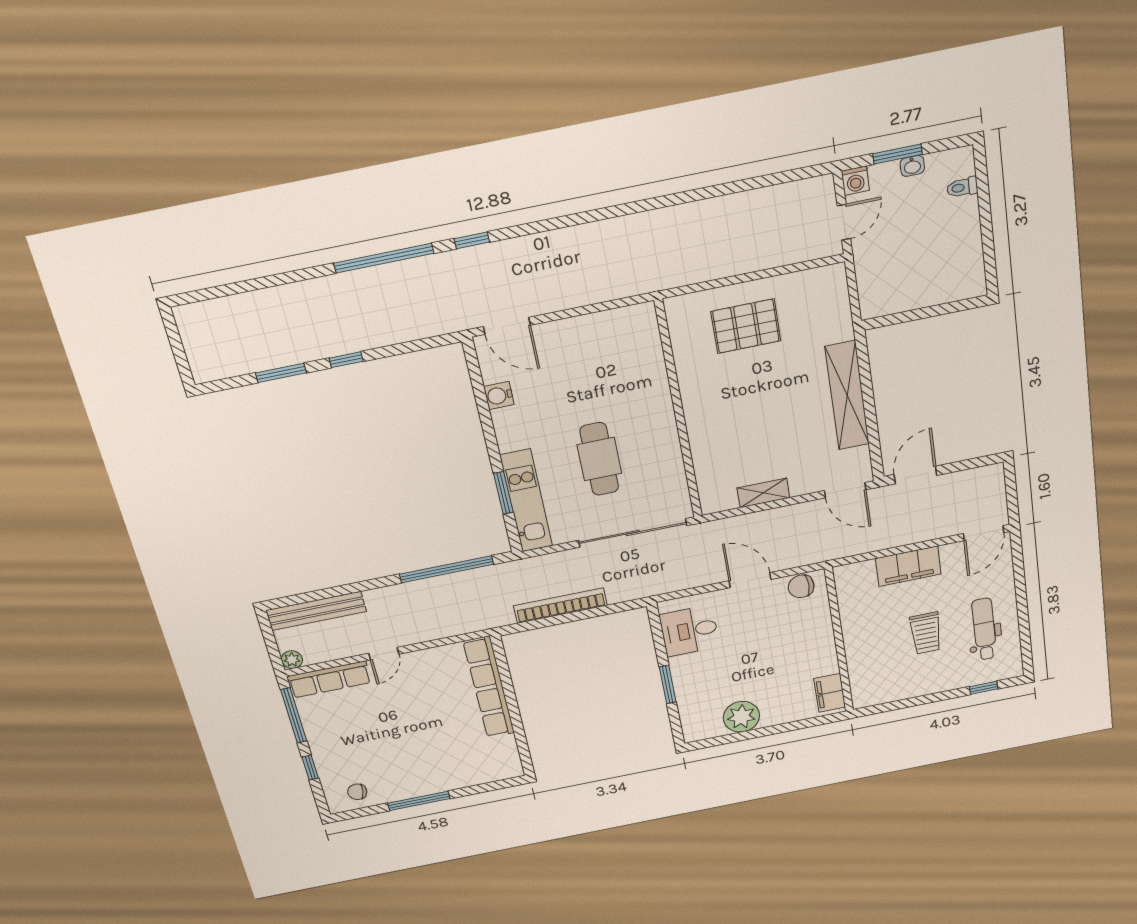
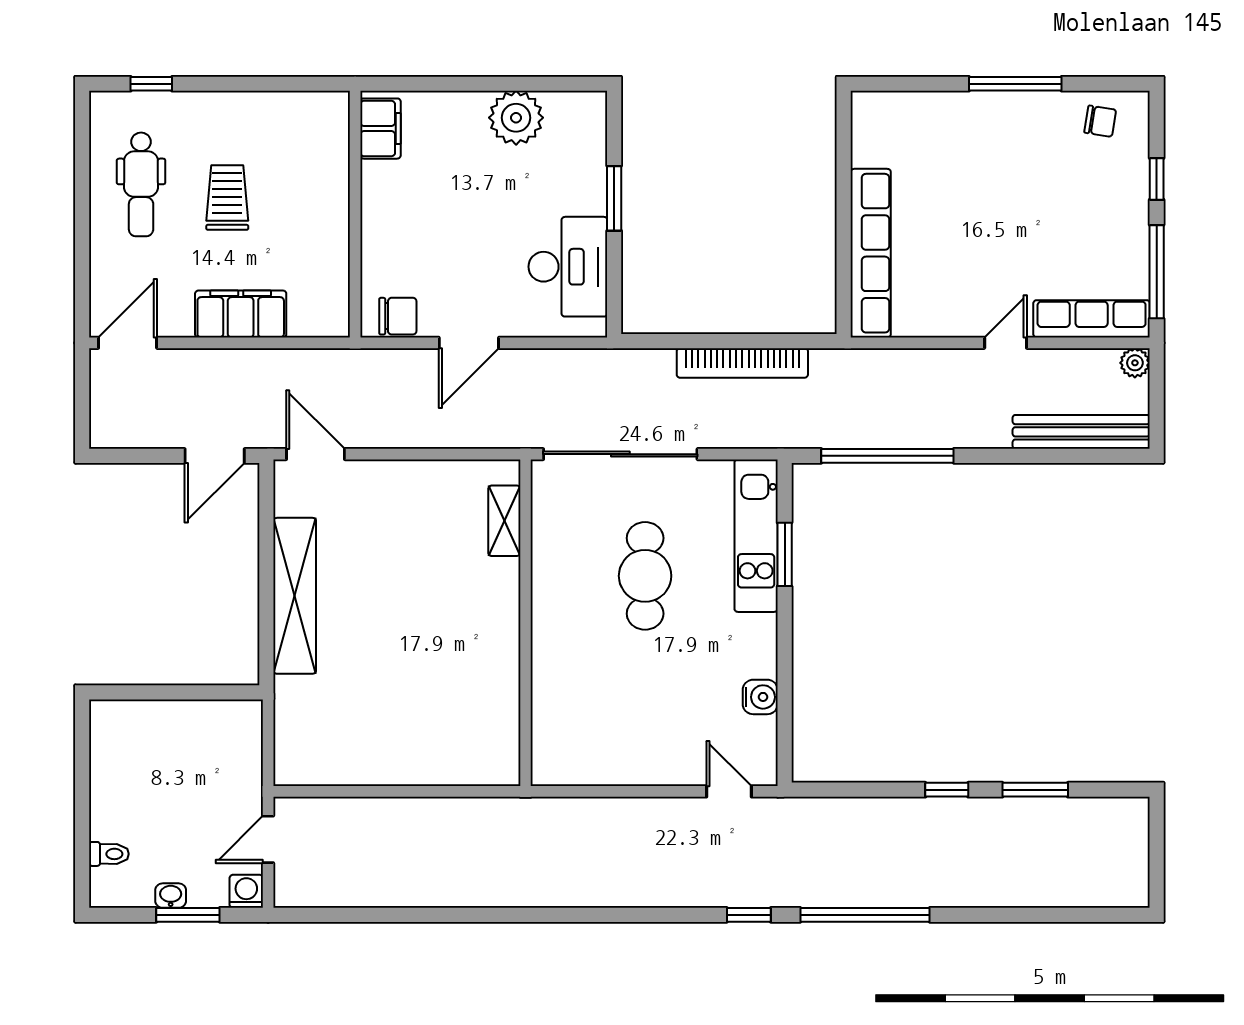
door: (507, 326) -> (729, 791), width x0.73
pallet: (746, 326) -> (417, 724), removed
shelving: (763, 493) -> (504, 521), moved, turned 90
door: (750, 580) -> (469, 343), hinge flipped
desk: (689, 631) -> (568, 267), width x1.37

